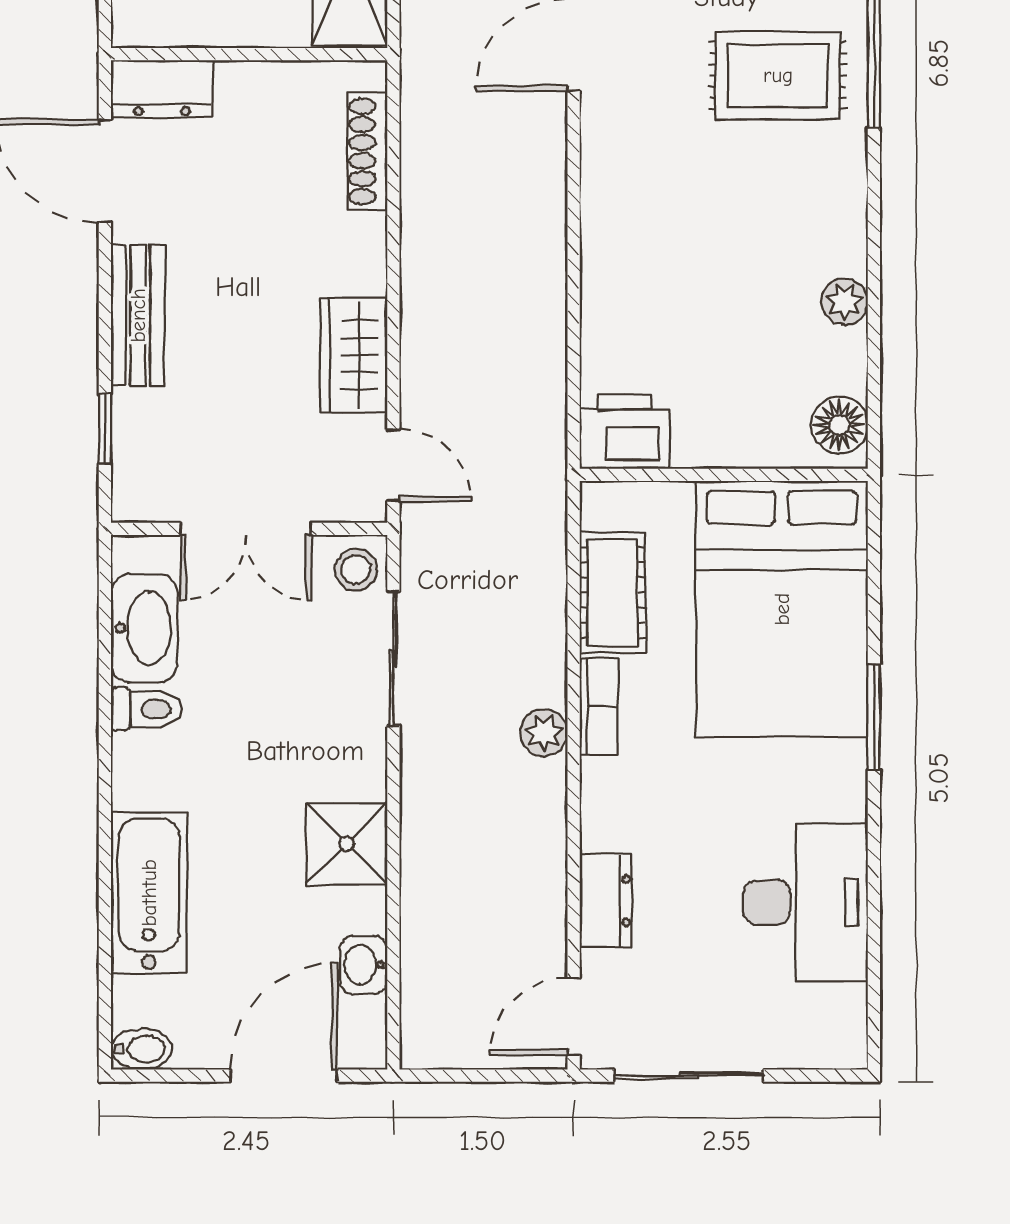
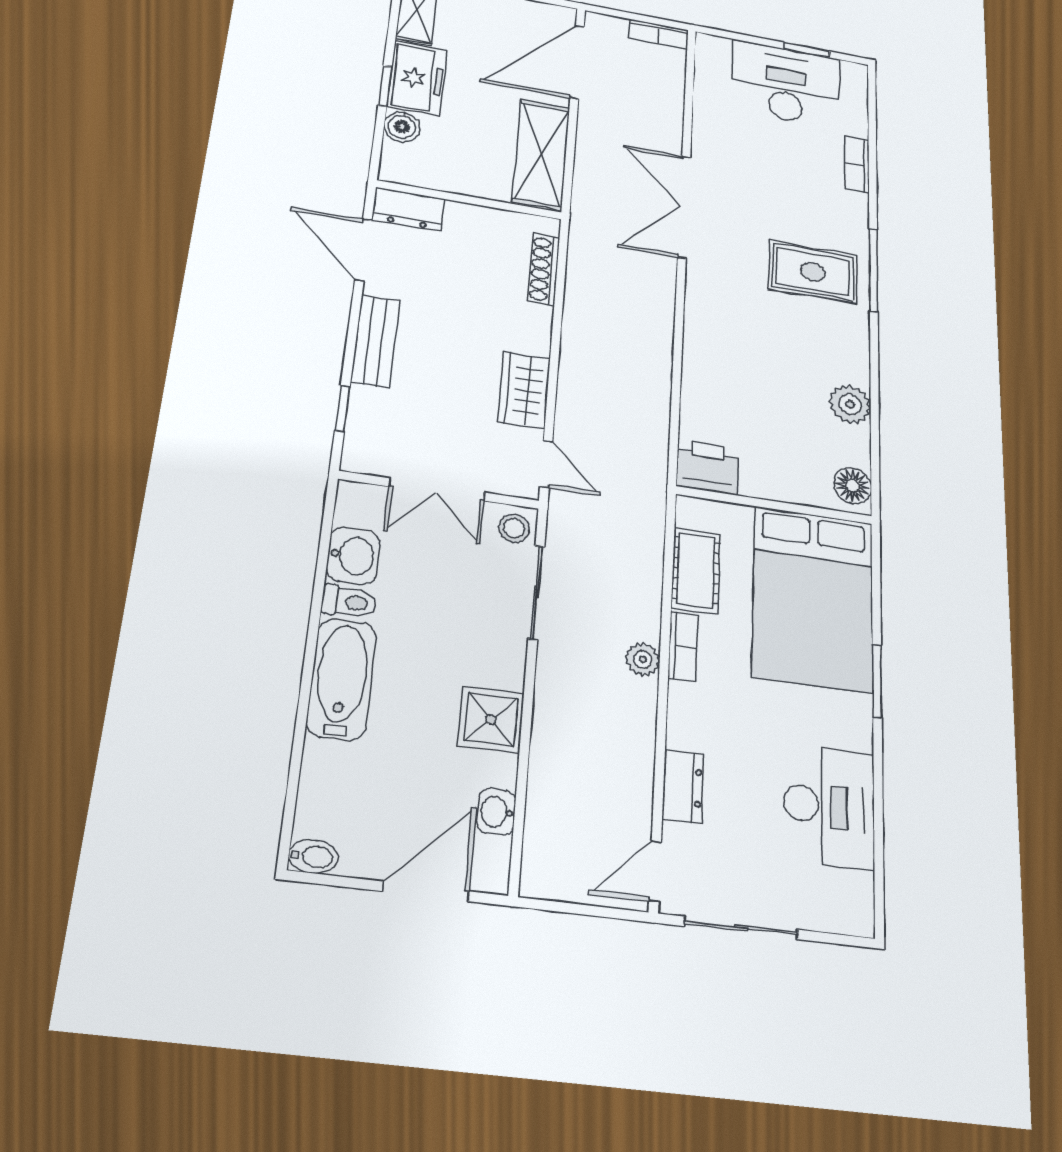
plant: (845, 302) -> (850, 404), width x1.38, depth x1.38
washbasin: (144, 628) -> (353, 556), width x0.72
bathtub: (149, 893) -> (342, 679), moved

